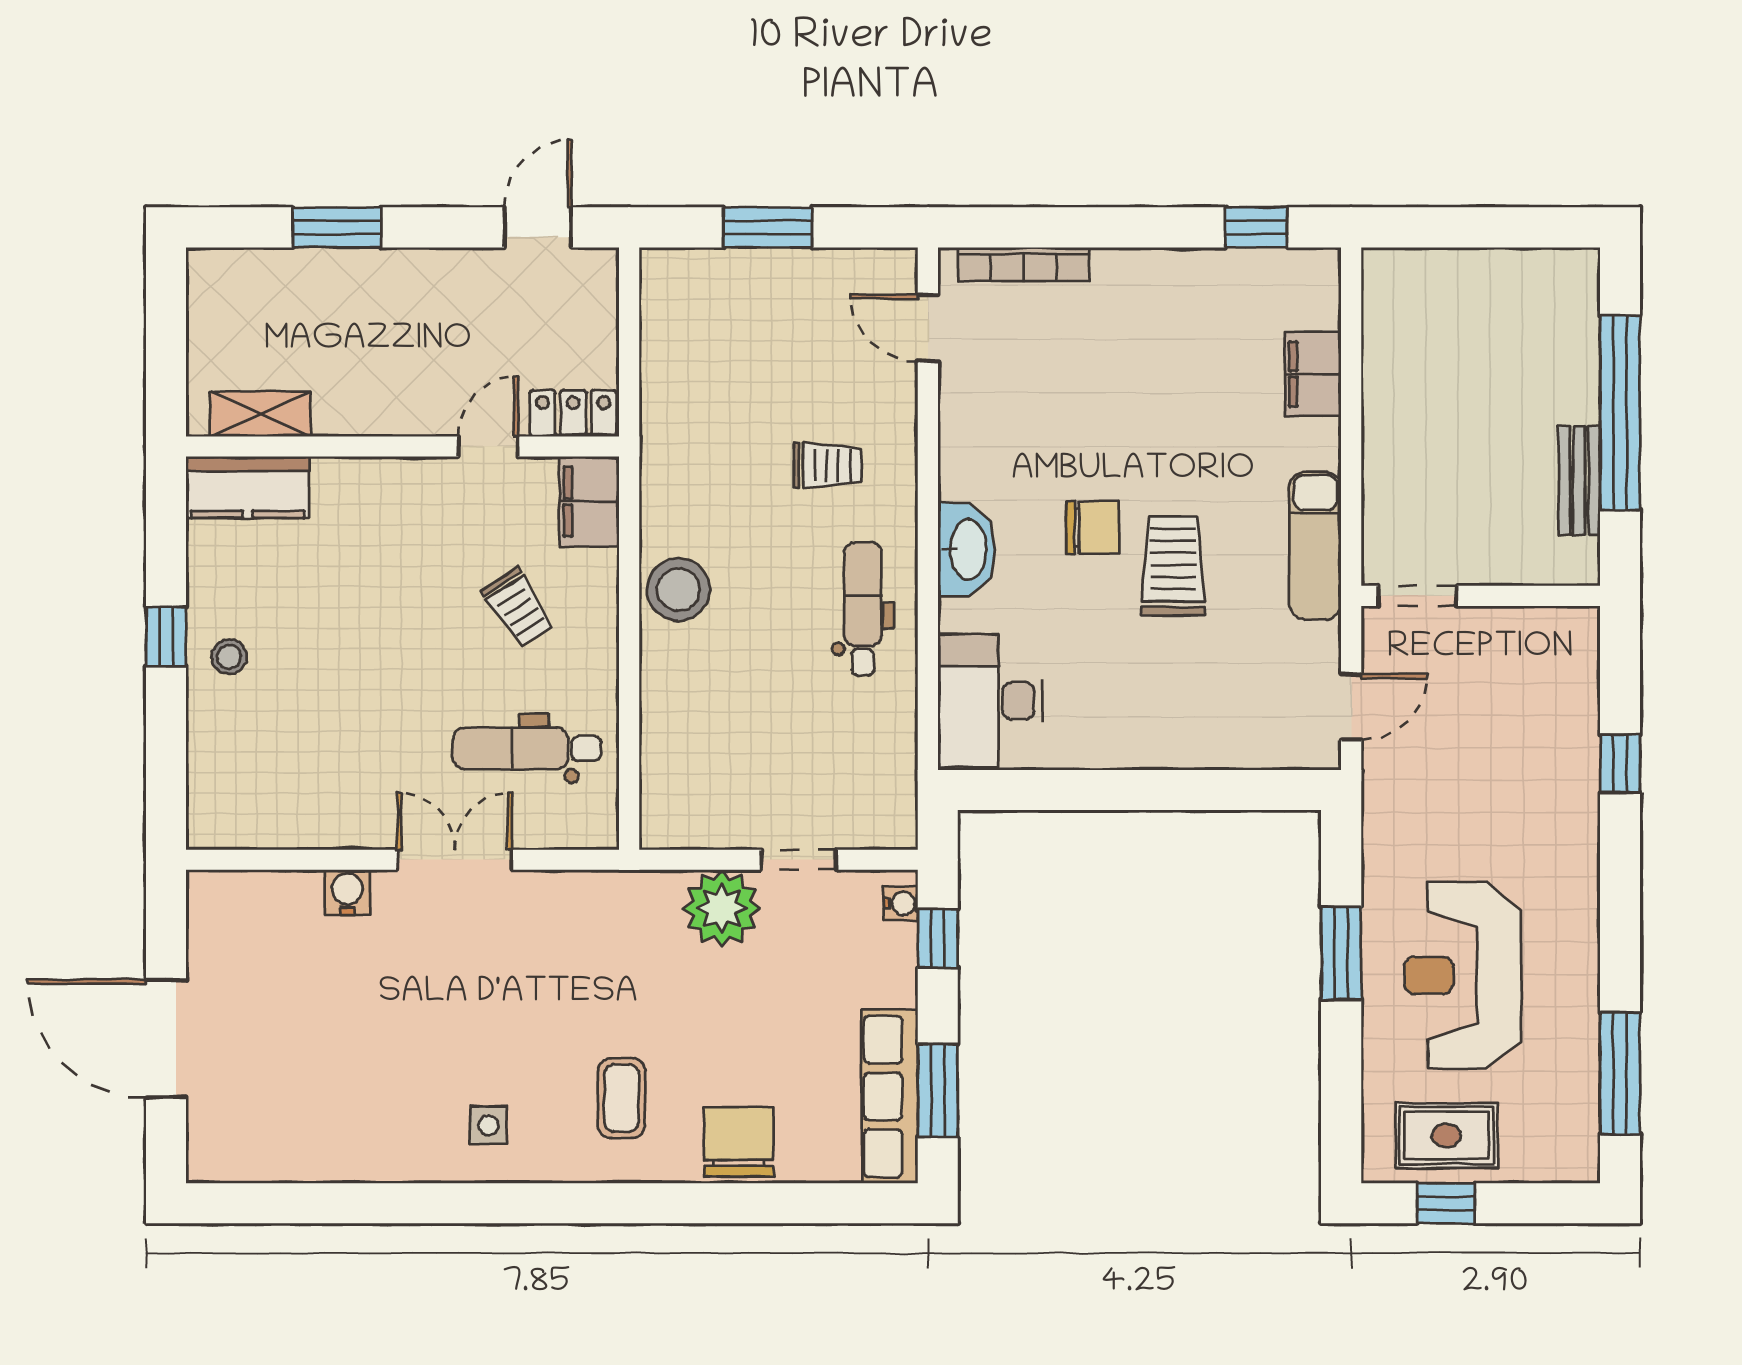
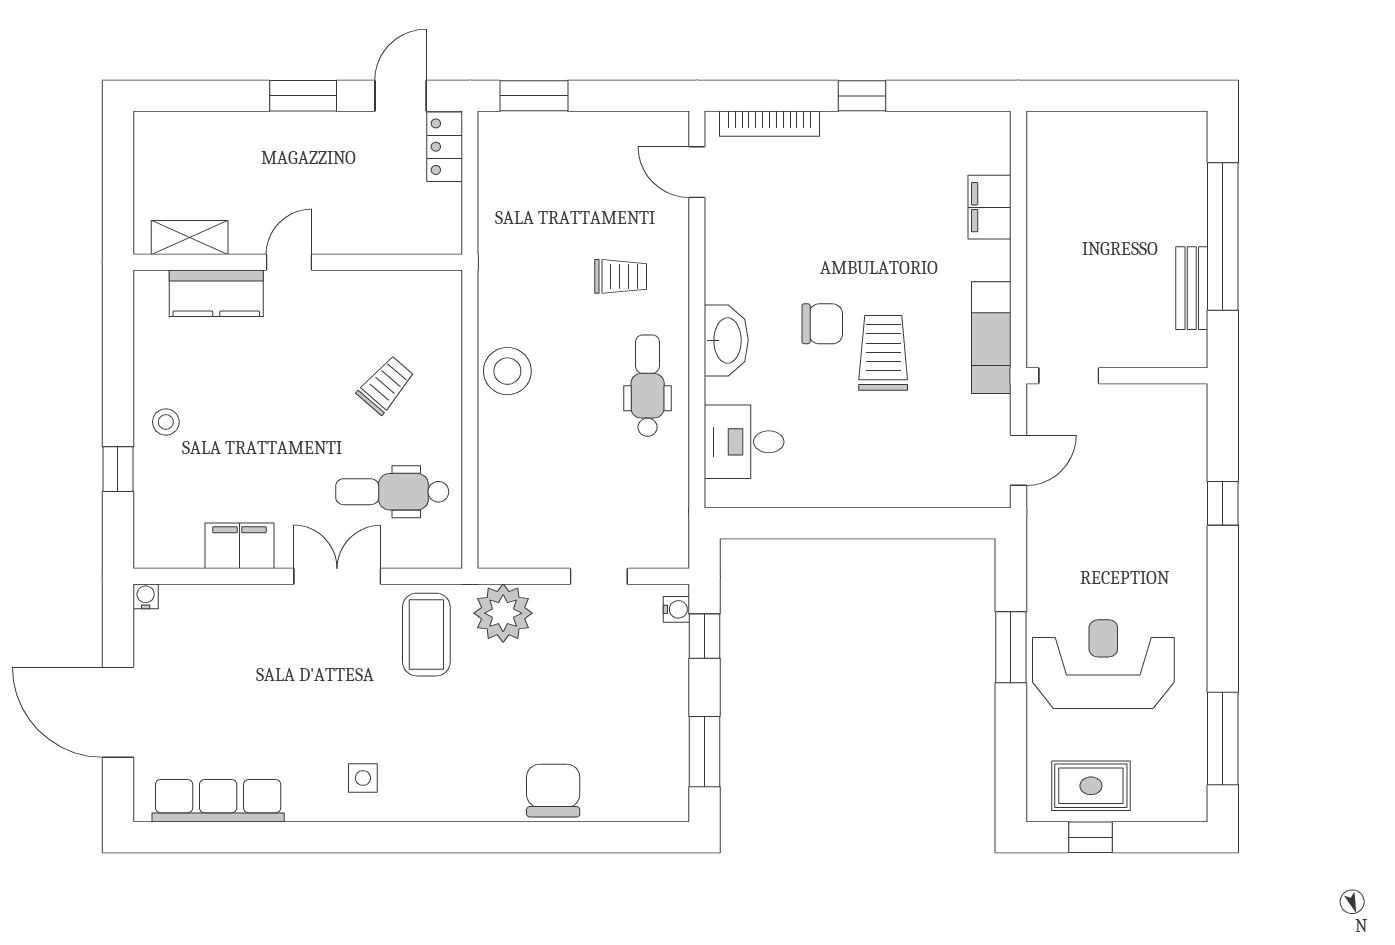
window: (337, 227) -> (303, 96), moved
window: (768, 227) -> (534, 96), moved
window: (1256, 227) -> (862, 96), moved
locker: (573, 413) -> (445, 147), moved, turned -90
door: (488, 446) -> (289, 262), moved
kitchen counter: (248, 487) -> (216, 293), moved
filing cabinet: (589, 502) -> (240, 546), moved, turned 90
trolley: (518, 608) -> (386, 385), turned -106
window: (166, 637) -> (118, 469), moved
desk: (990, 701) -> (744, 442), width x0.73
water cooler: (347, 892) -> (146, 596), moved, width x0.72, depth x0.72
plant: (722, 908) -> (503, 613), moved
reception desk: (1463, 975) -> (1103, 664), turned 90
row of seats: (890, 1096) -> (218, 801), moved, turned 90
coffee table: (621, 1098) -> (426, 635), moved, width x1.36, depth x1.30

